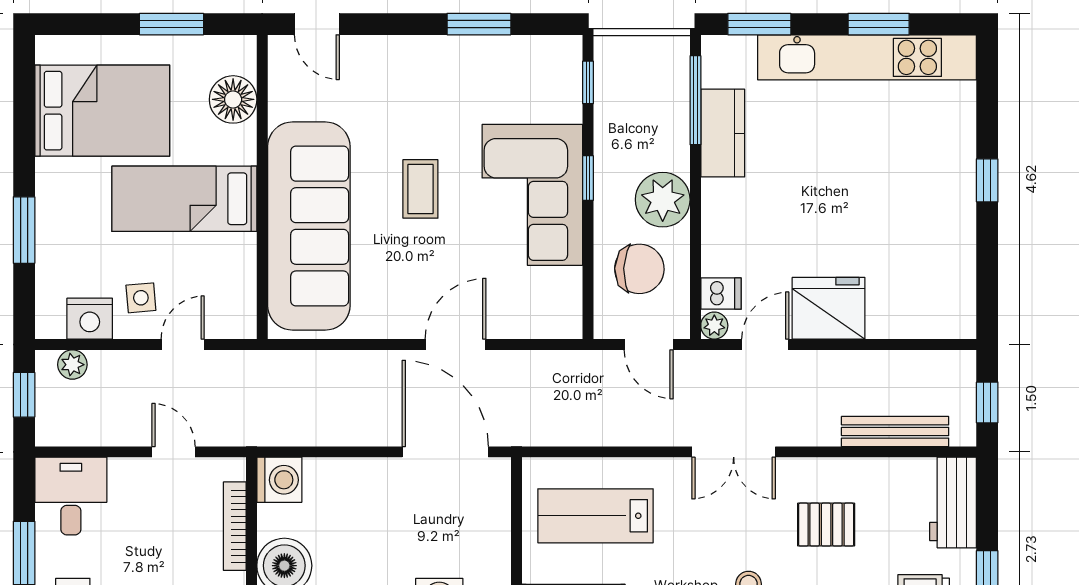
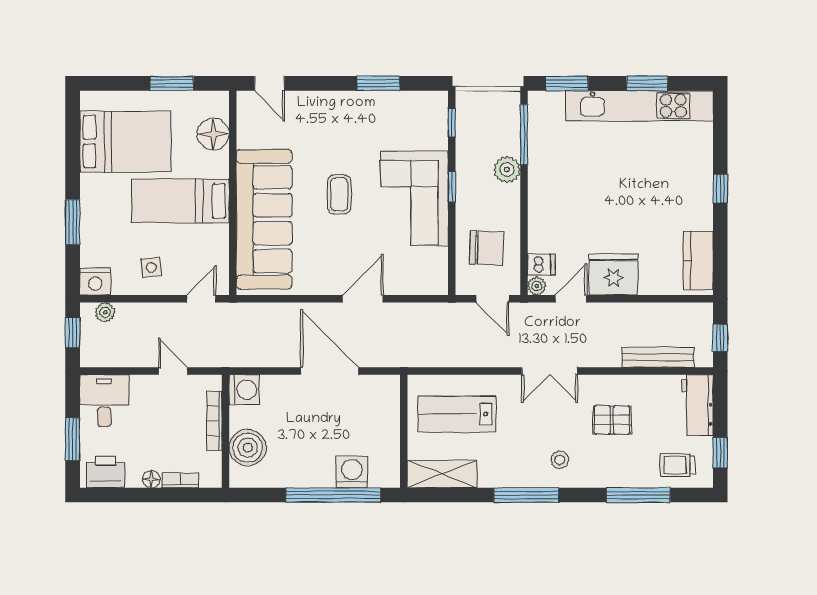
kitchen counter: (723, 133) -> (698, 261), moved, turned 180
plant: (663, 200) -> (507, 169), moved, width x0.73, depth x0.73
nightstand: (90, 319) -> (95, 281), moved
door: (183, 344) -> (201, 299), moved
door: (445, 452) -> (330, 371), moved

